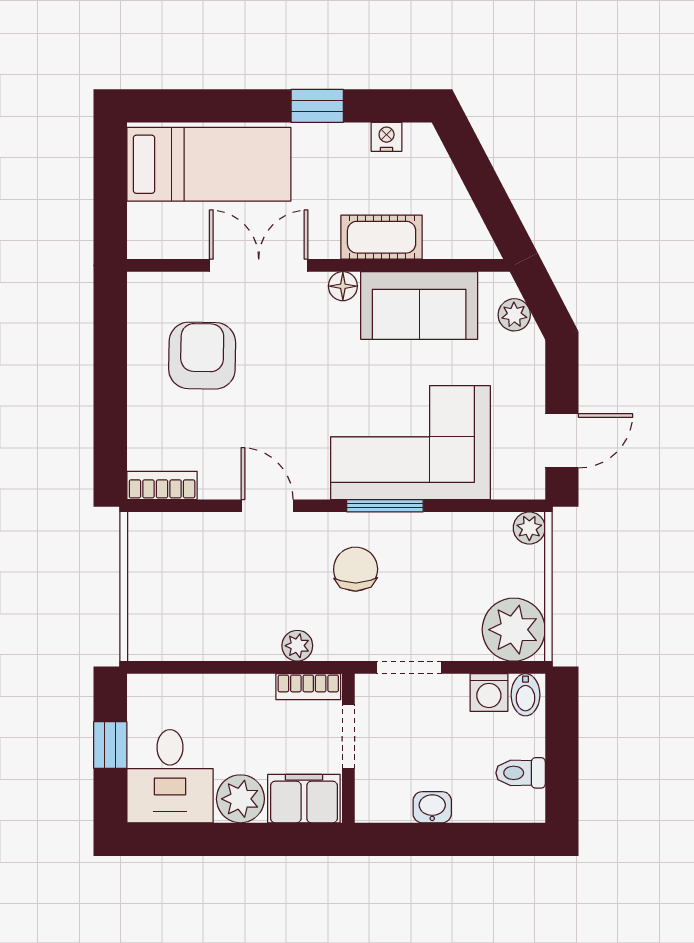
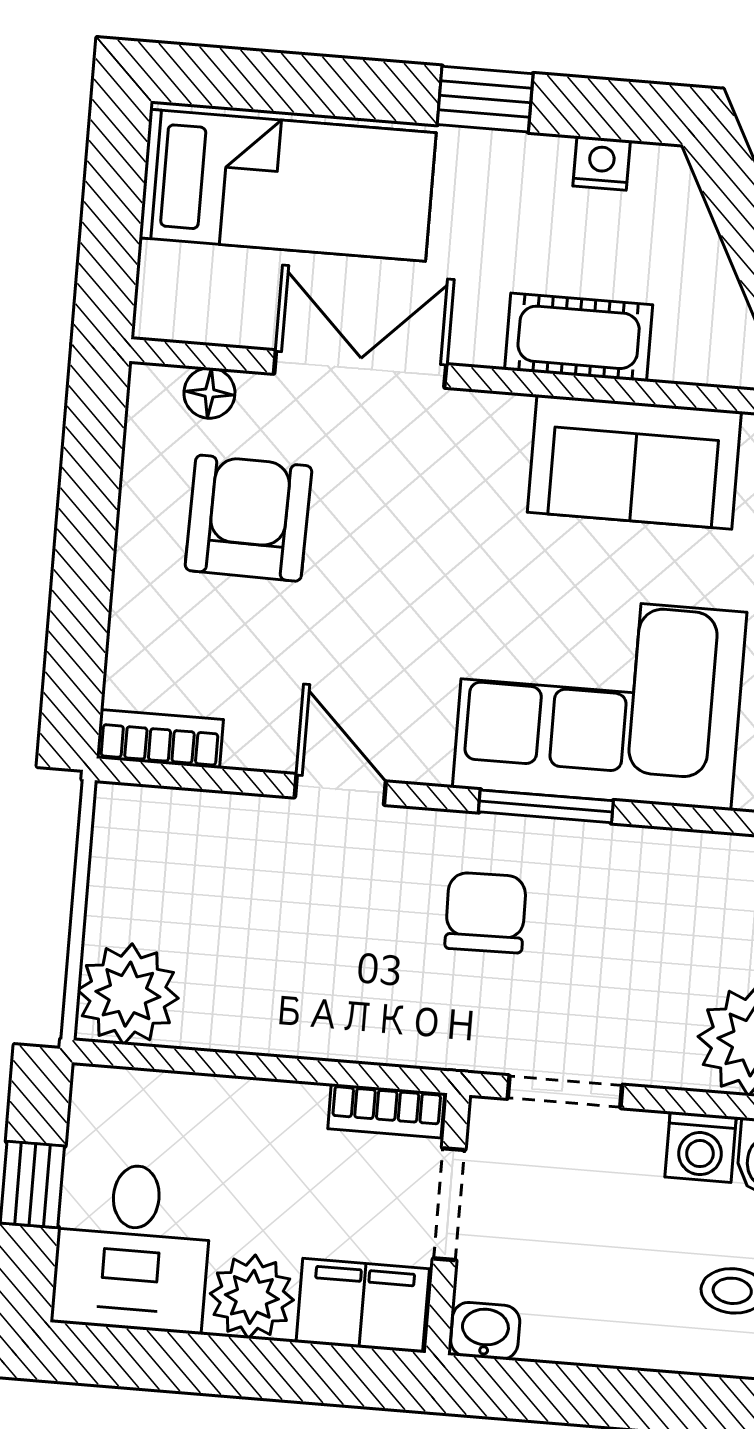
floor lamp: (343, 286) -> (209, 393), moved
plant: (297, 646) -> (128, 994), moved, width x1.88, depth x1.88
washbasin: (432, 807) -> (485, 1331), moved

